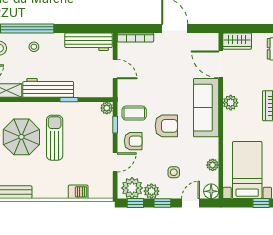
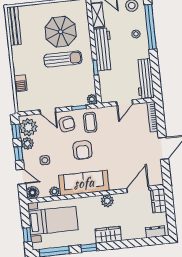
sofa: (206, 108) -> (84, 183), moved
armchair: (133, 141) -> (67, 124), turned -99

